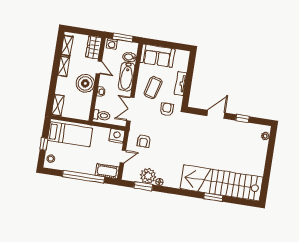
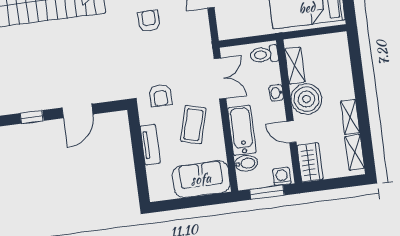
shelving: (58, 105) -> (295, 65), moved
nightstand: (117, 136) -> (229, 28), removed
armchair: (144, 141) -> (149, 21), moved

